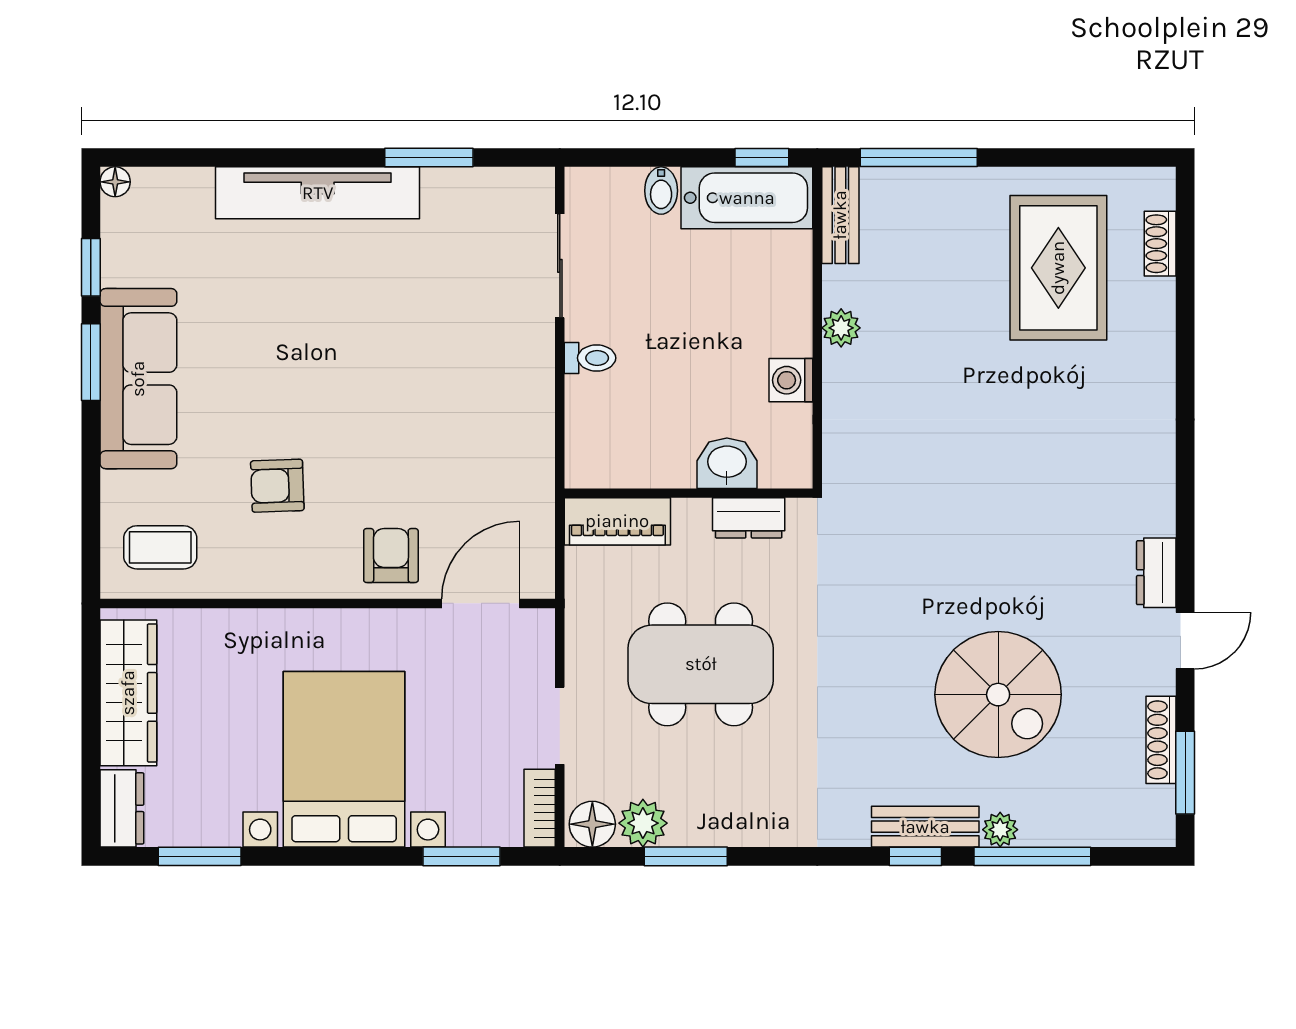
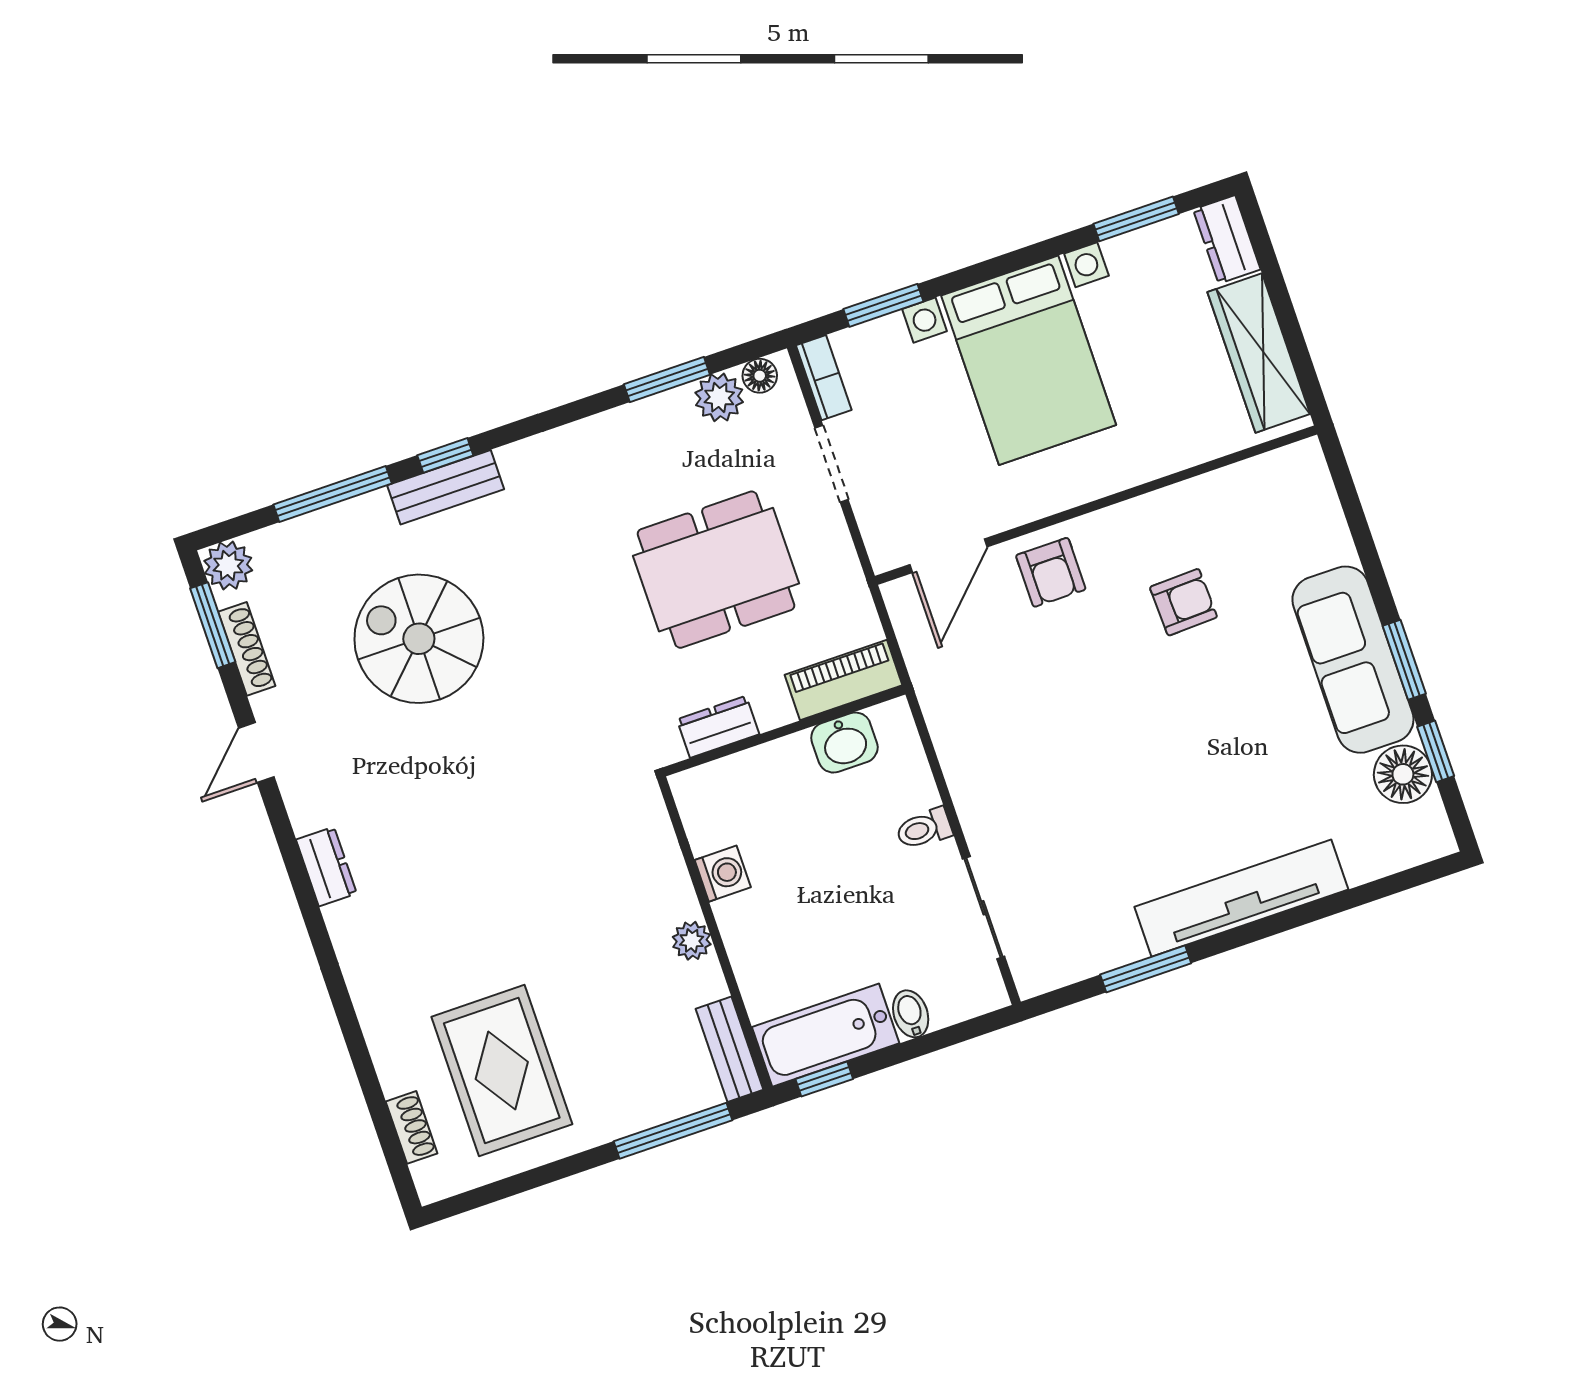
floor lamp: (115, 182) -> (1403, 774), moved, width x1.89, depth x1.89
washbasin: (727, 463) -> (844, 743), moved
coffee table: (160, 547) -> (1276, 504), removed
dresser: (1156, 573) -> (326, 867), moved
floor lamp: (592, 824) -> (760, 376), width x0.73, depth x0.73
plant: (1000, 830) -> (228, 566), moved, width x1.38, depth x1.38

